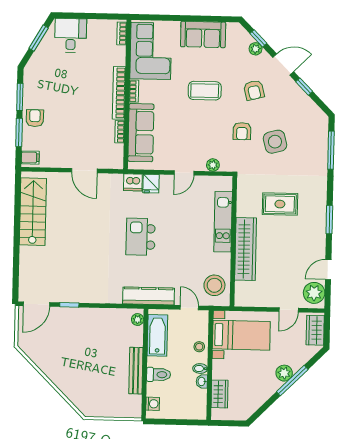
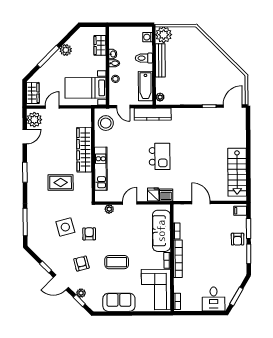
plant: (284, 373) -> (66, 50), moved
plant: (130, 407) -> (164, 35), added

